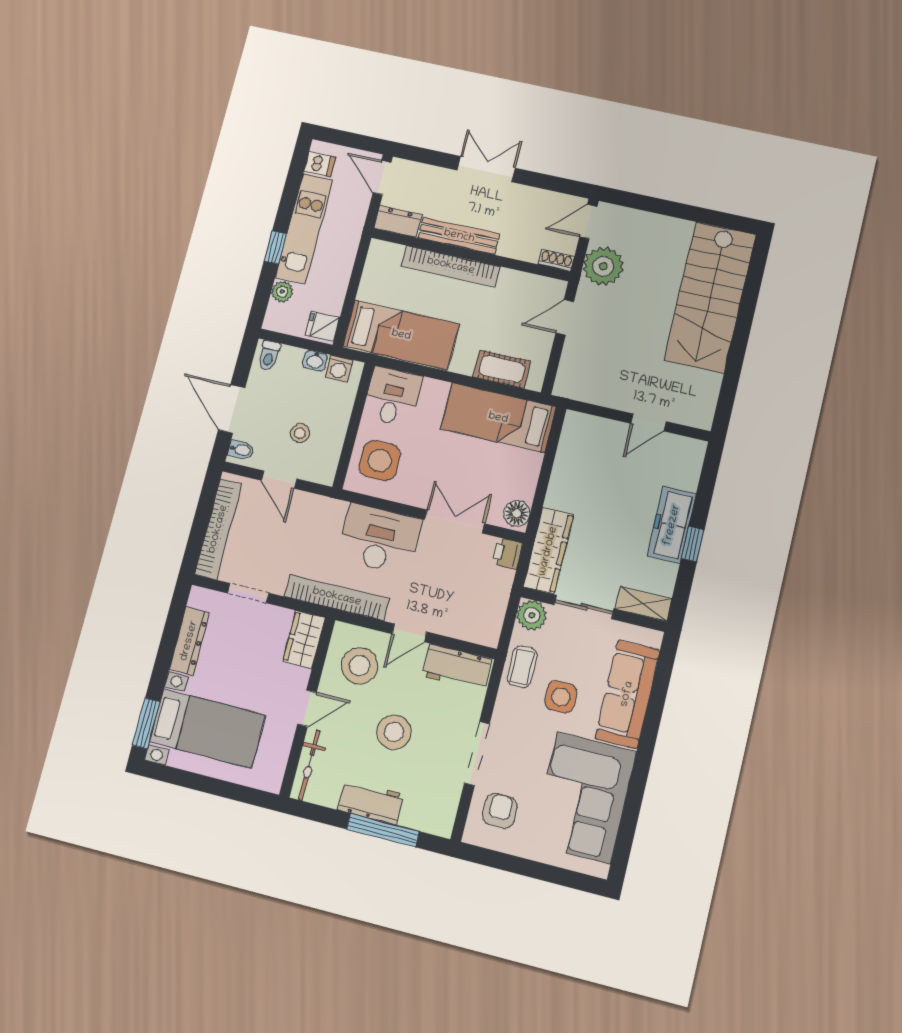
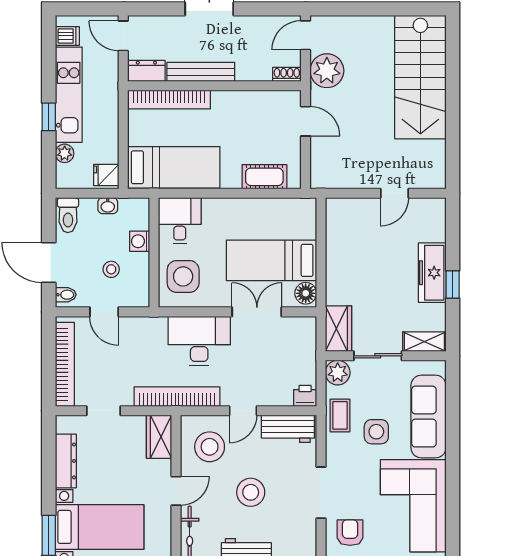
bookcase: (451, 266) -> (169, 100), moved
door: (565, 317) -> (306, 121), swing flipped
toilet: (269, 356) -> (68, 215), width x1.37, depth x1.39
washing machine: (339, 369) -> (140, 241), moved, turned 90
bed: (498, 418) -> (271, 260), moved
wardrobe: (548, 551) -> (338, 329), width x0.67
printer: (507, 554) -> (305, 396), moved, turned 90

